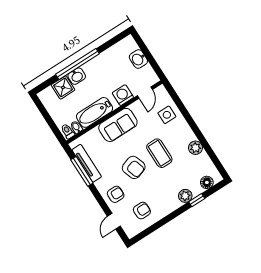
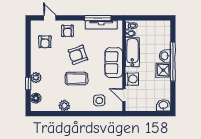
washbasin: (138, 59) -> (163, 105), moved
shower: (63, 87) -> (163, 70), moved

